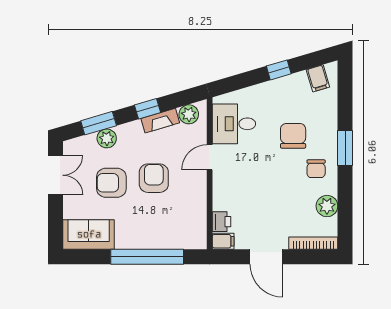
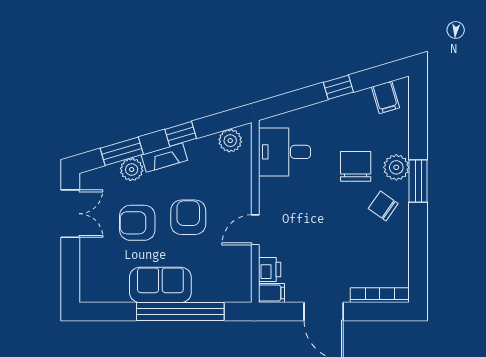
fireplace: (160, 121) -> (164, 158), moved
door: (210, 157) -> (255, 230), moved
chair: (316, 169) -> (383, 206), turned 125
plant: (327, 206) -> (396, 167), moved
sofa: (89, 234) -> (160, 285), moved

